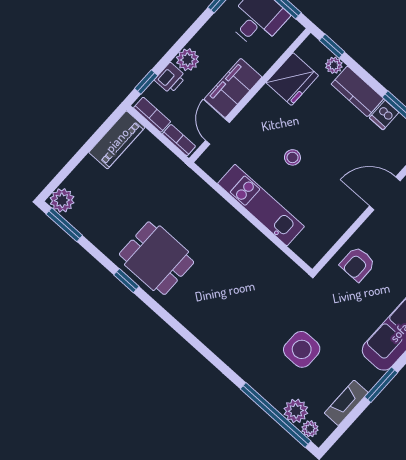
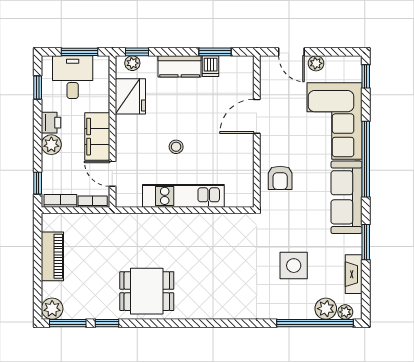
plant: (334, 65) -> (132, 63), moved
printer: (170, 78) -> (51, 123), moved
piano: (117, 140) -> (52, 256), moved
window: (126, 281) -> (107, 323), moved

